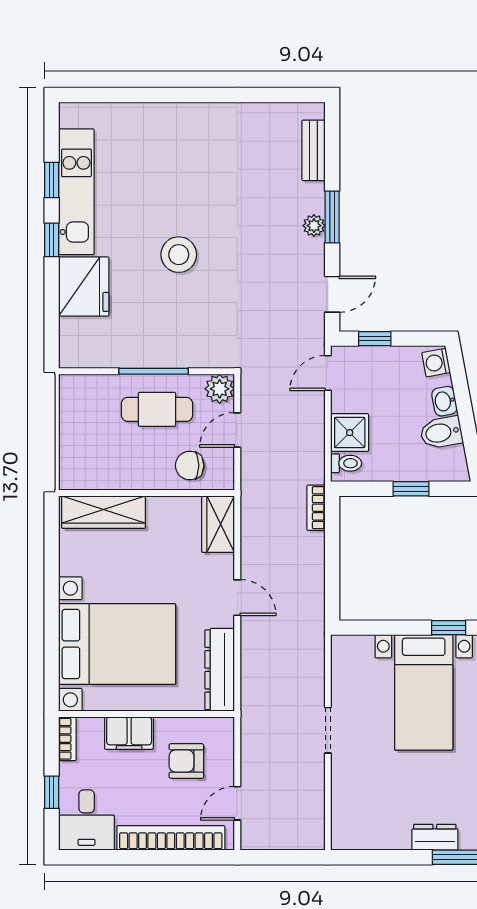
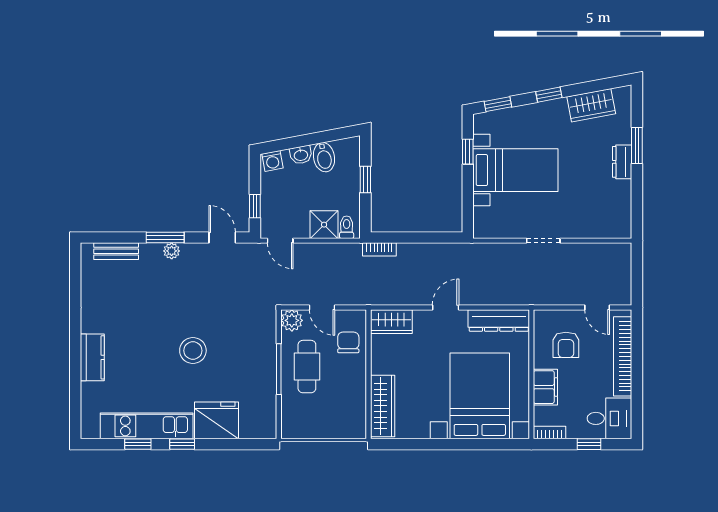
kitchen counter: (169, 118) -> (92, 357), added
chair: (190, 465) -> (348, 342), turned 180

